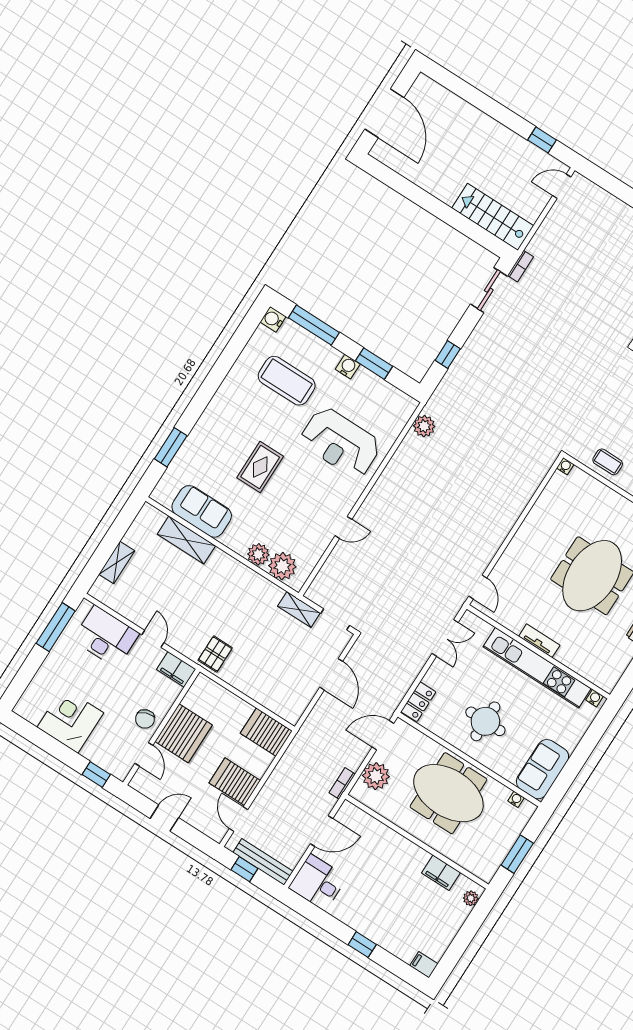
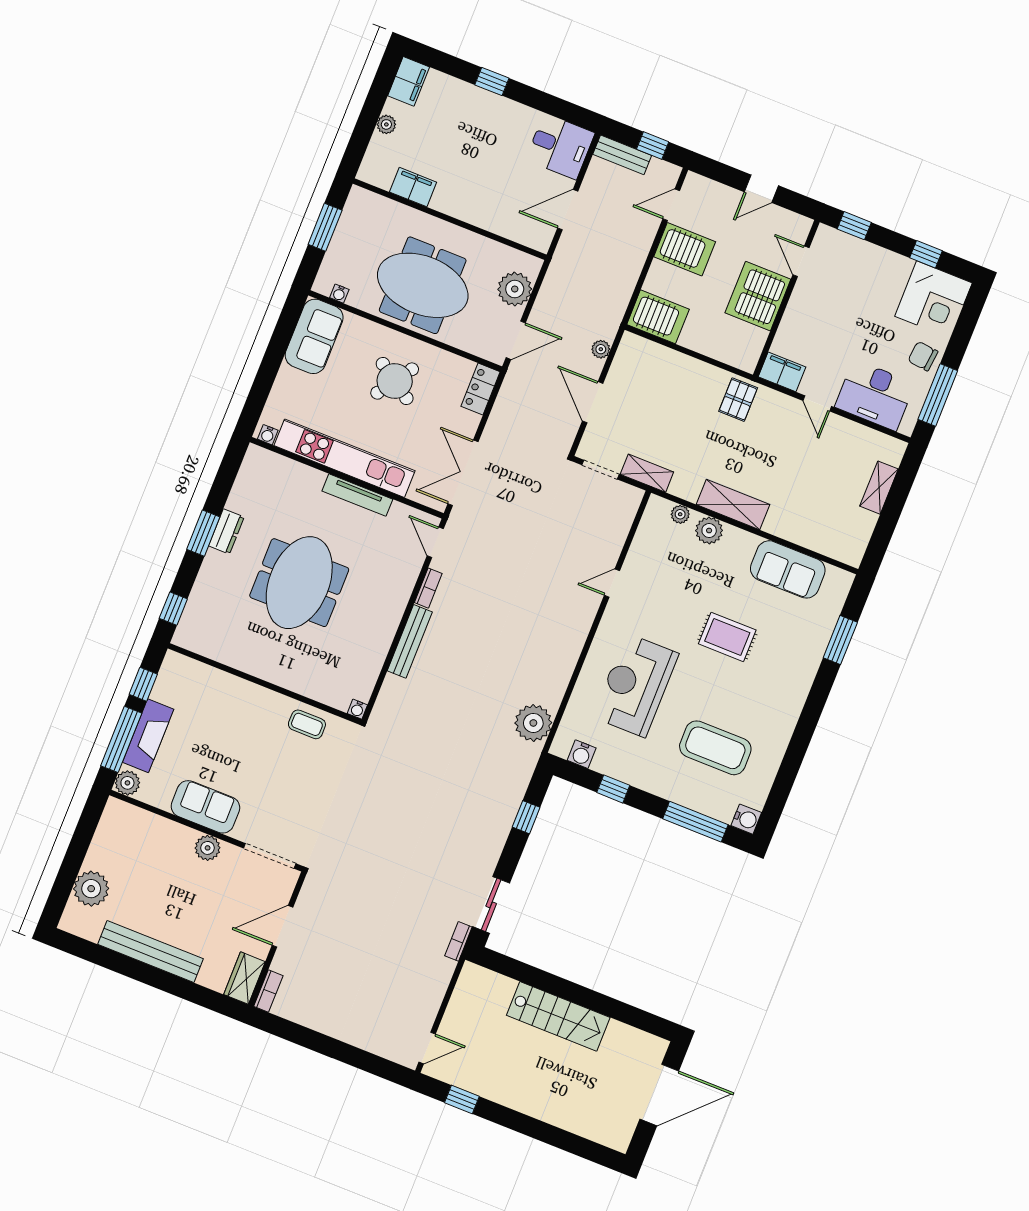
door: (384, 113) -> (659, 1095), swing flipped
stairs: (493, 217) -> (558, 1016), moved
window: (374, 364) -> (613, 789), width x0.67
water cooler: (348, 367) -> (582, 754), moved
plant: (424, 426) -> (533, 723), width x1.36, depth x1.36
reception desk: (340, 443) -> (636, 685), turned -90
rug: (260, 467) -> (727, 637), turned 90
bench: (513, 512) -> (410, 641), added
shelving: (186, 540) -> (733, 505), moved
plant: (282, 566) -> (680, 514), width x0.53, depth x0.53
double door: (445, 638) -> (463, 473), width x1.37
tv unit: (539, 641) -> (357, 495), width x1.41
plant: (317, 715) -> (601, 349), added
chair: (145, 719) -> (923, 356), moved, turned -65
corner desk: (70, 720) -> (933, 300), moved
round table: (485, 721) -> (395, 381), turned 34
window: (44, 741) -> (926, 254), added
bookcase: (342, 783) -> (428, 588), moved
door: (239, 819) -> (671, 205), swing flipped
bench: (263, 862) -> (622, 155), width x0.73
plant: (471, 898) -> (386, 124), moved
filing cabinet: (424, 965) -> (409, 81), width x2.00

